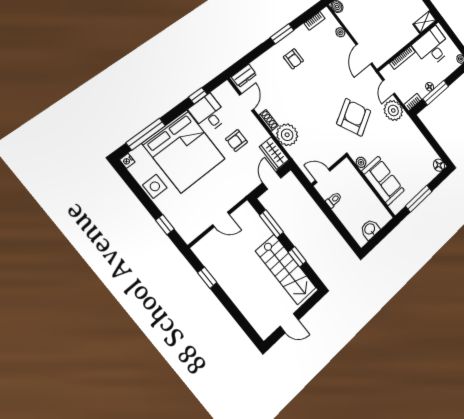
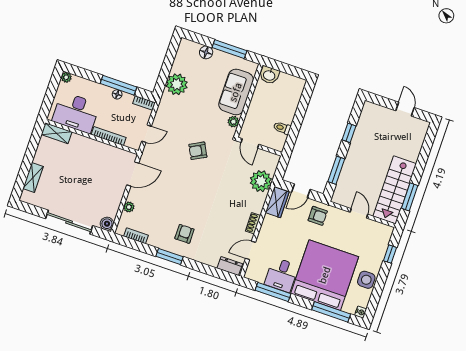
window: (198, 96) -> (273, 292), width x2.17
plant: (393, 110) -> (177, 84), moved
armchair: (354, 117) -> (198, 151), width x0.53, depth x0.53
plant: (287, 135) -> (261, 181), moved
armchair: (237, 141) -> (318, 216), moved
floor lamp: (439, 165) -> (206, 52), moved
door: (323, 176) -> (250, 143), moved
washbasin: (370, 229) -> (269, 75), moved
stairs: (286, 269) -> (395, 190), moved, turned 180
window: (207, 278) -> (410, 197), width x1.50

